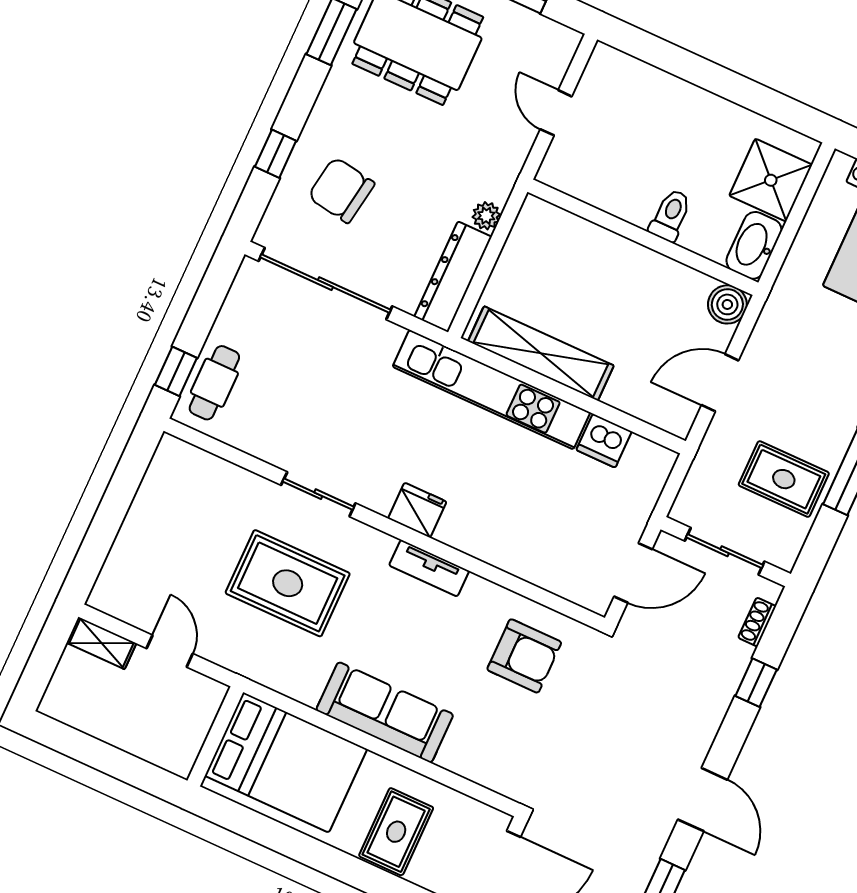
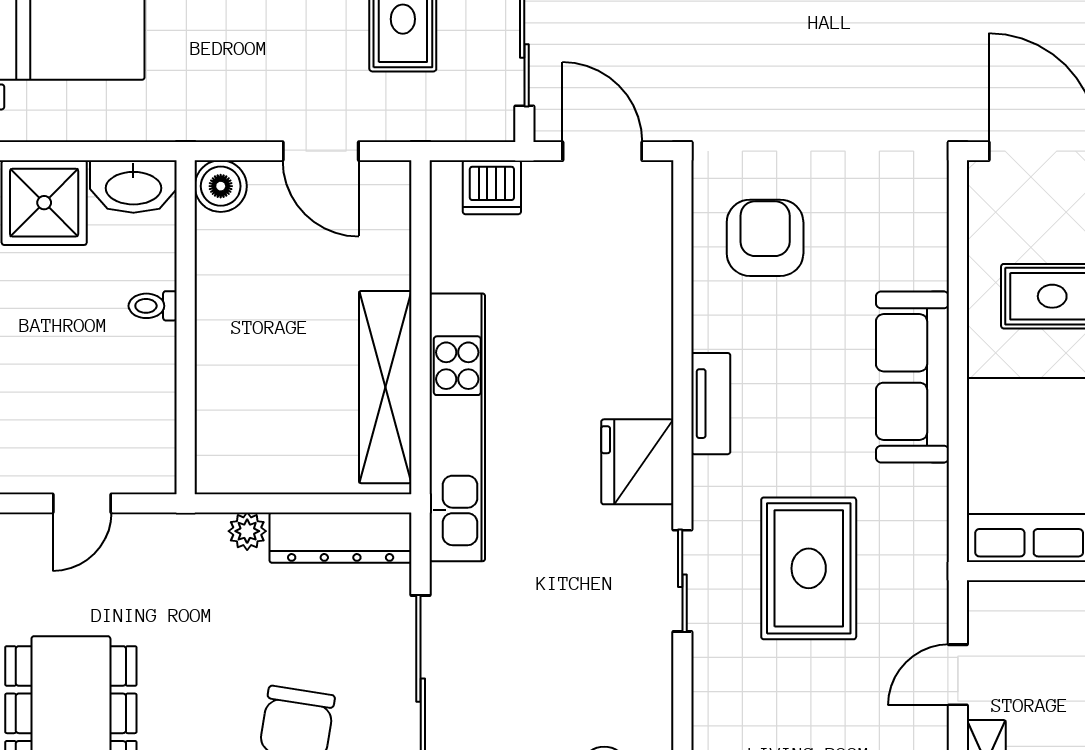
toilet: (670, 215) -> (153, 306), width x0.73, depth x0.72
dishwasher: (604, 441) -> (492, 187), moved, turned 90
fridge: (417, 510) -> (637, 462), width x1.36, depth x1.34

